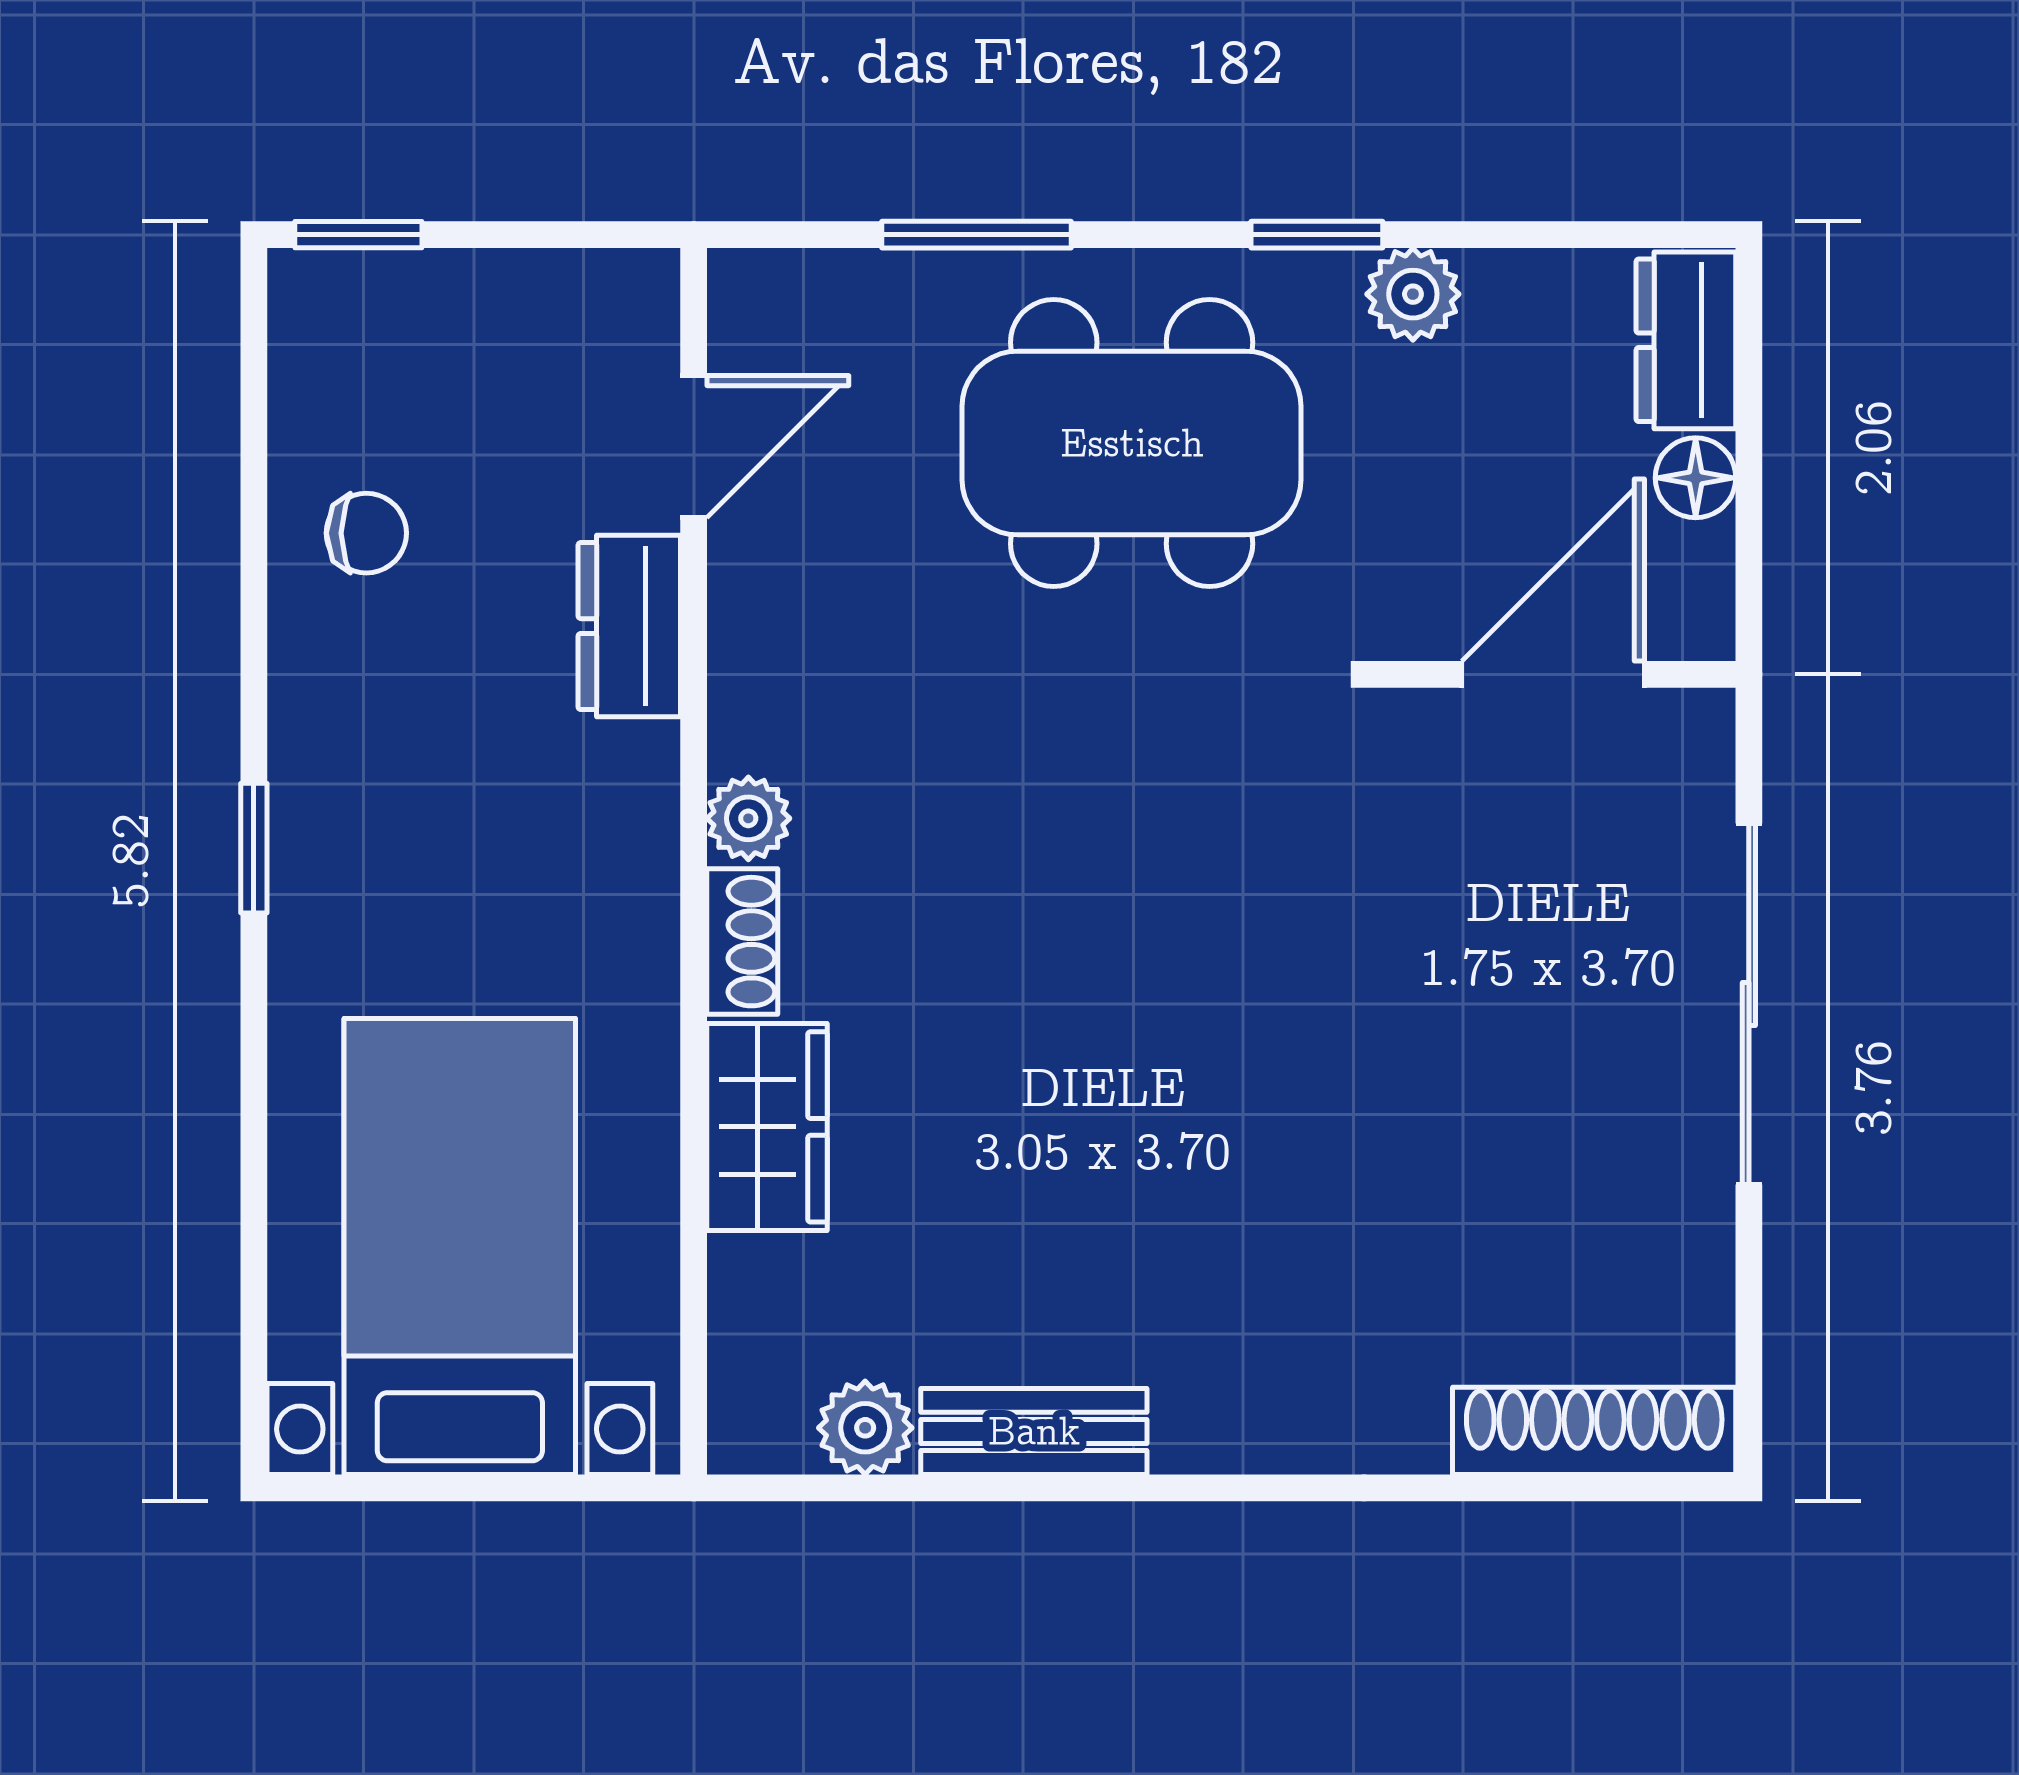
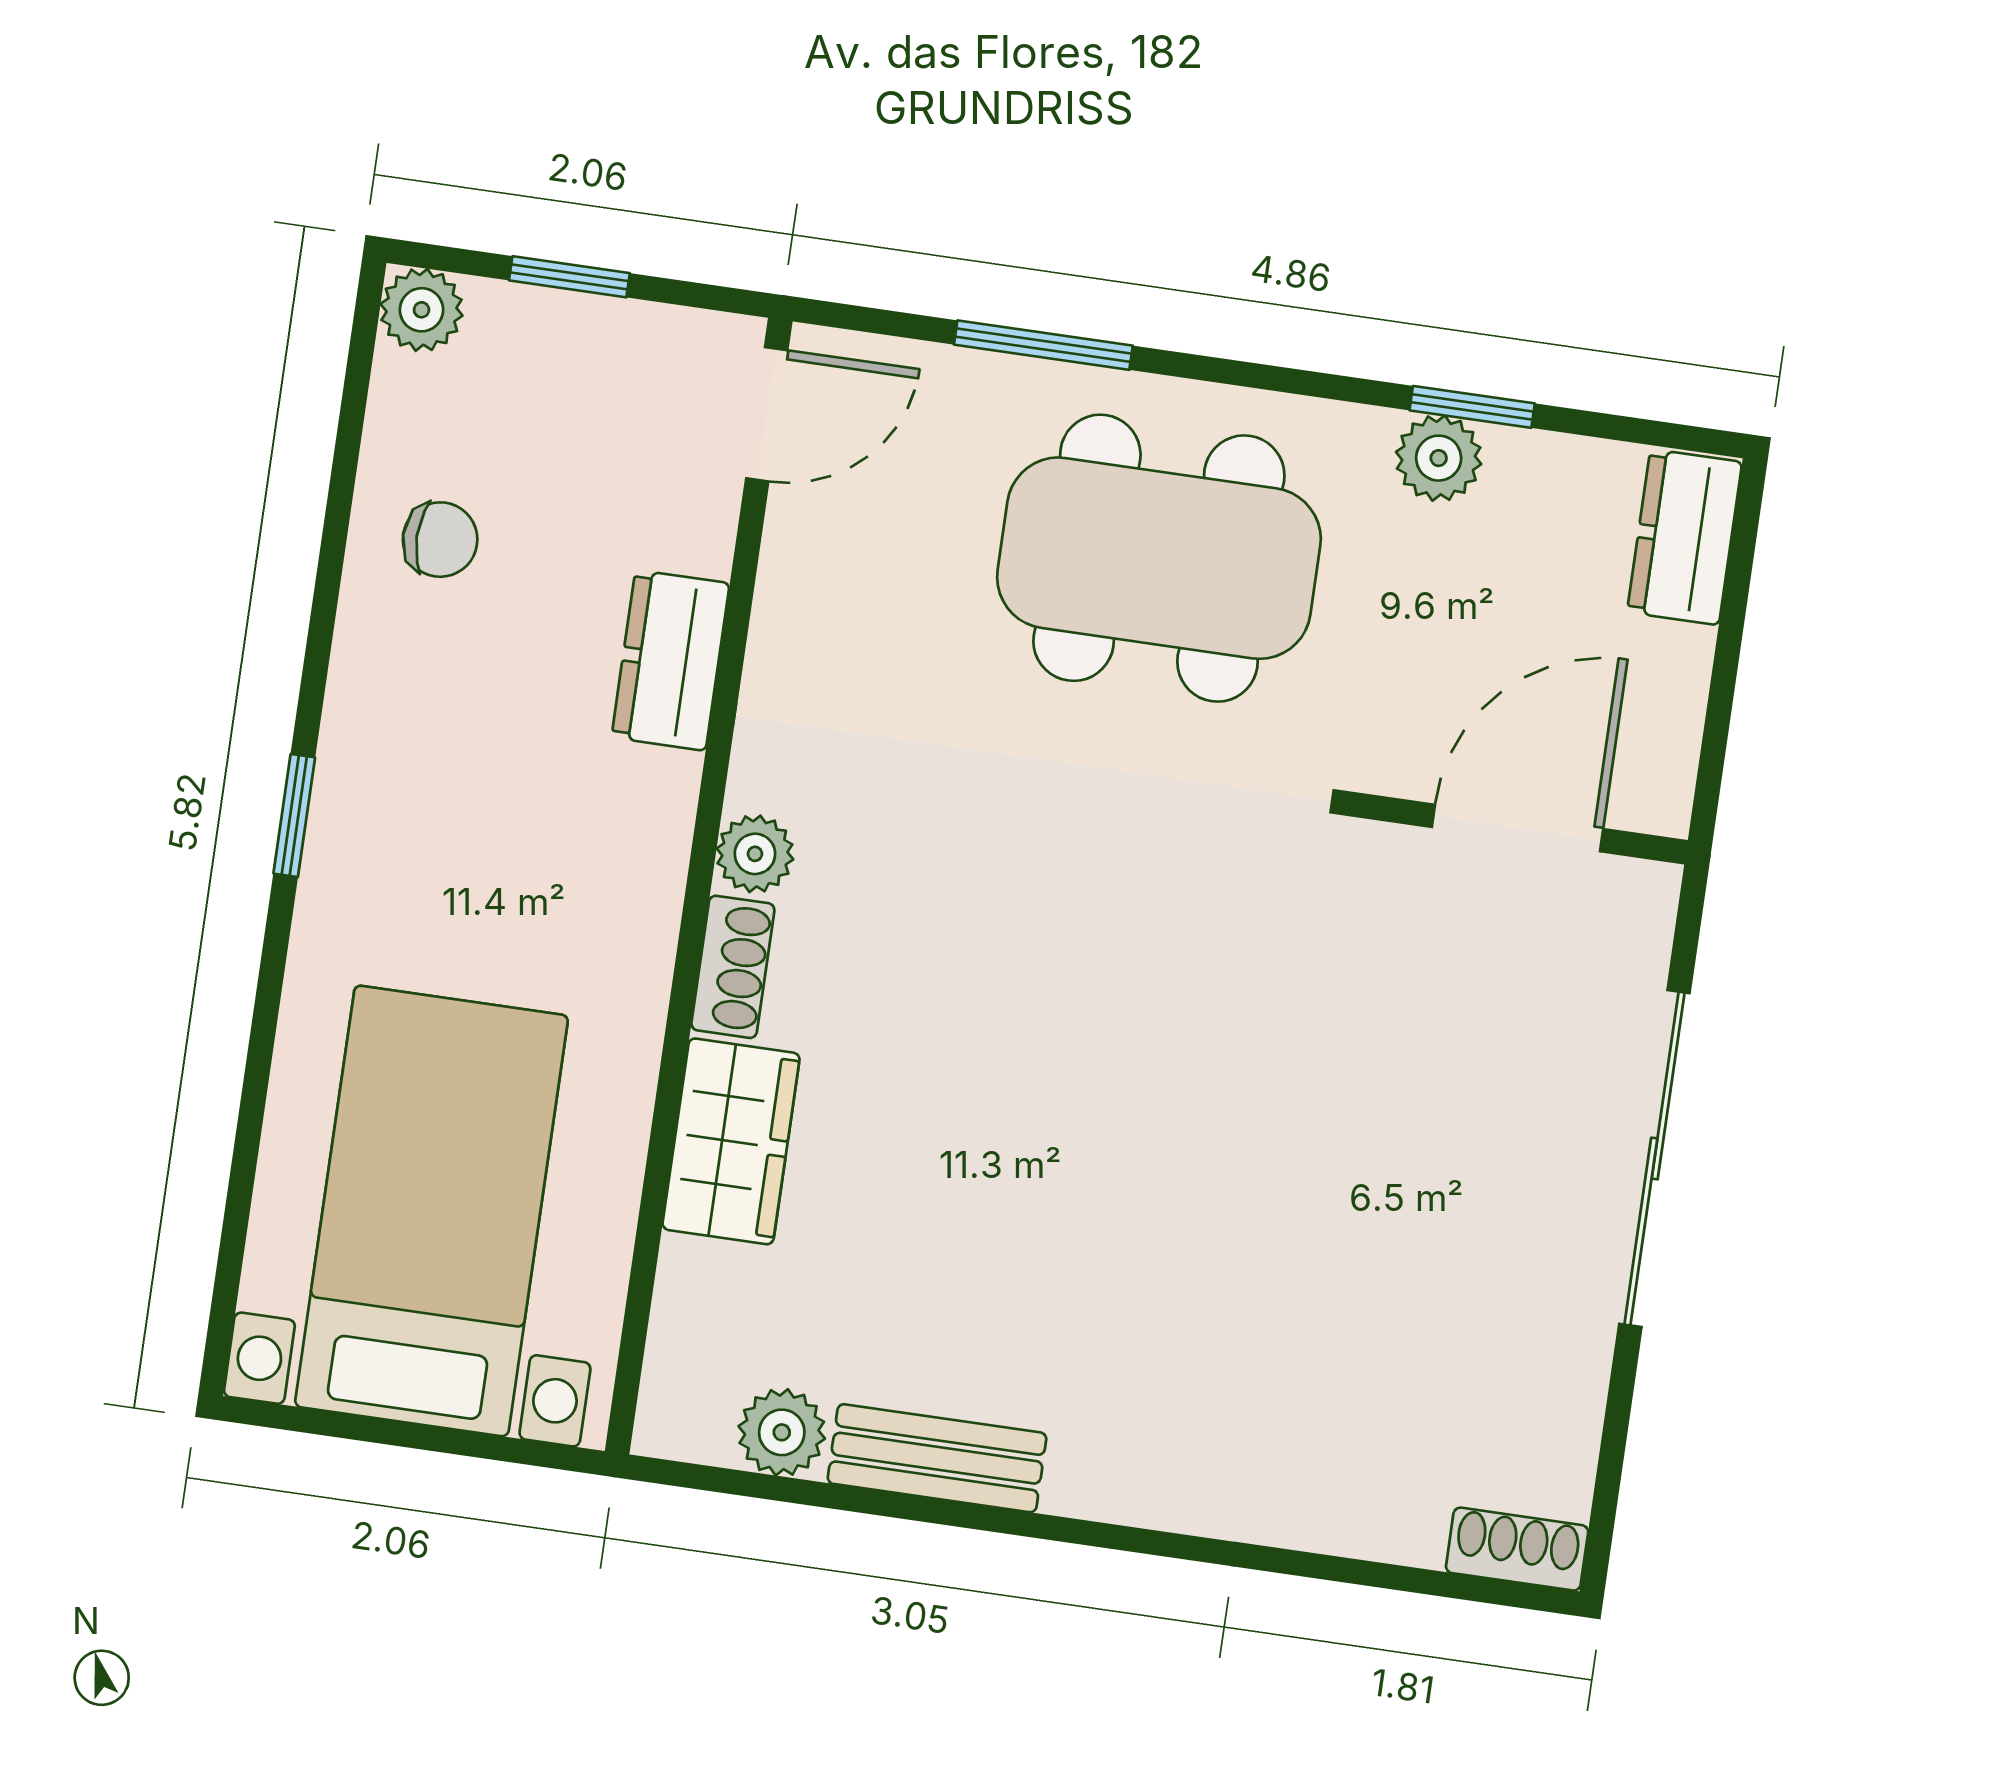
window: (358, 235) -> (569, 277), moved
window: (1317, 235) -> (1472, 407), moved
plant: (312, 292) -> (422, 310), added
door: (694, 447) -> (767, 414), moved
floor lamp: (1696, 478) -> (1675, 665), removed
shoe rack: (1594, 1431) -> (1517, 1549), width x0.51, depth x0.81

